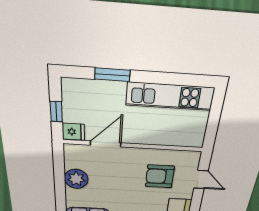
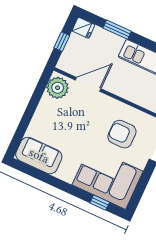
fridge: (73, 132) -> (83, 28), moved
plant: (76, 179) -> (58, 88), moved

